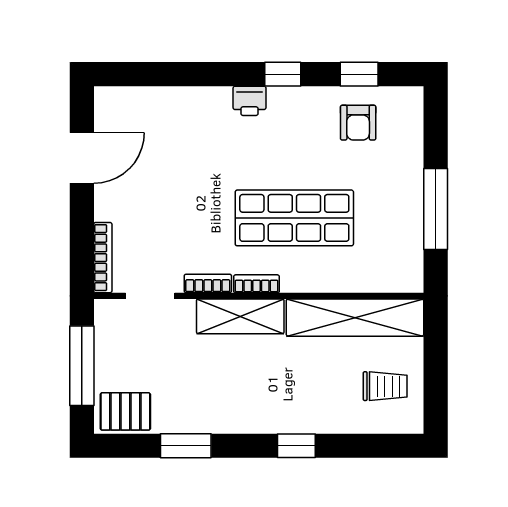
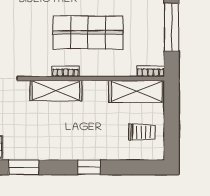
bookcase: (208, 283) -> (151, 71), moved
shelving: (355, 318) -> (137, 91), width x0.68

